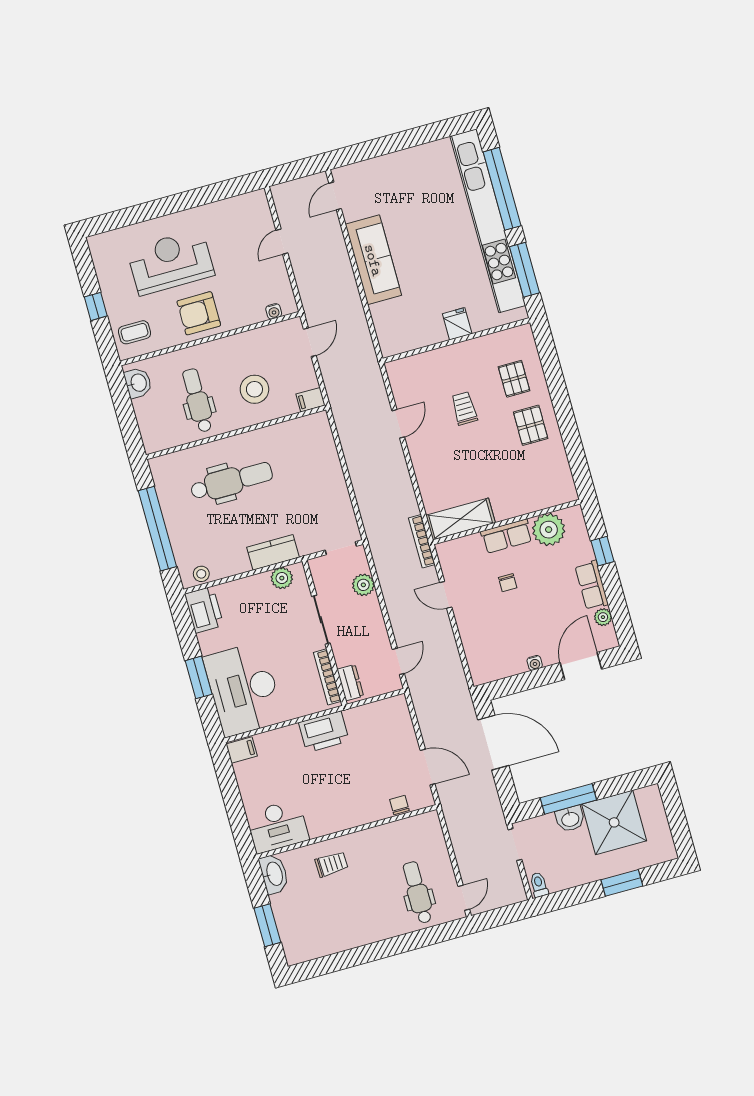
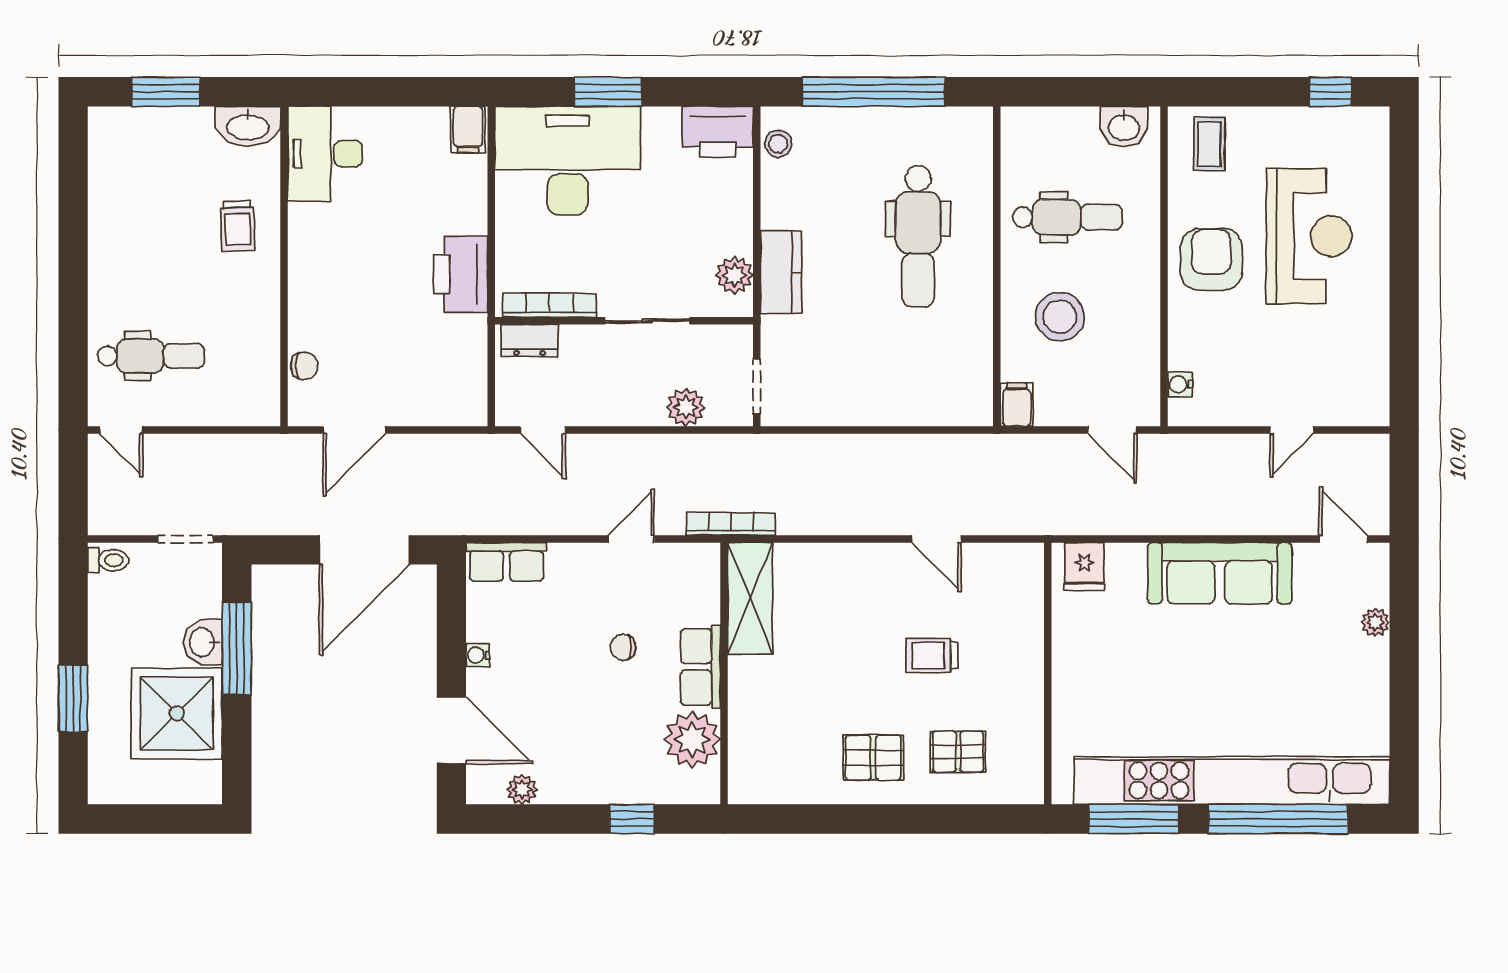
plant: (377, 165) -> (1375, 622), added
door: (282, 242) -> (1292, 430), swing flipped
window: (96, 306) -> (1331, 92), moved
fridge: (457, 324) -> (1084, 566), moved, turned 90
trolley: (464, 408) -> (932, 655), turned 180
row of seats: (592, 585) -> (506, 562), moved, turned 180

